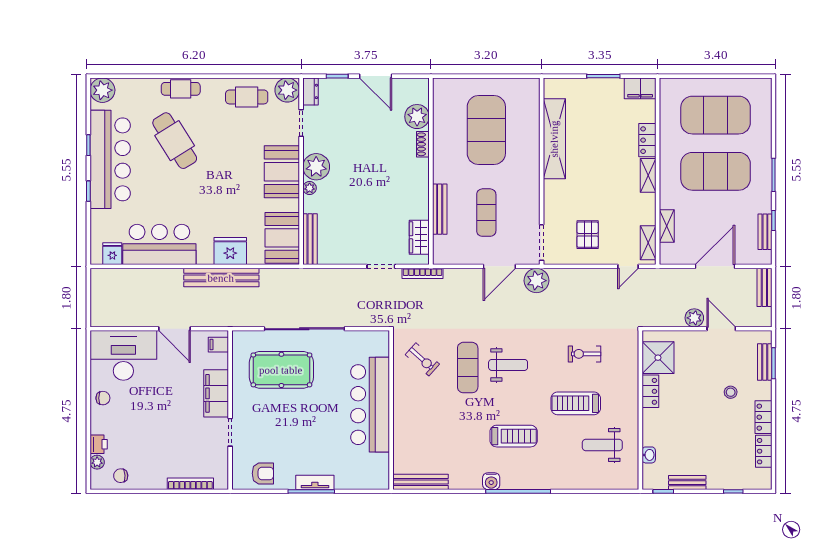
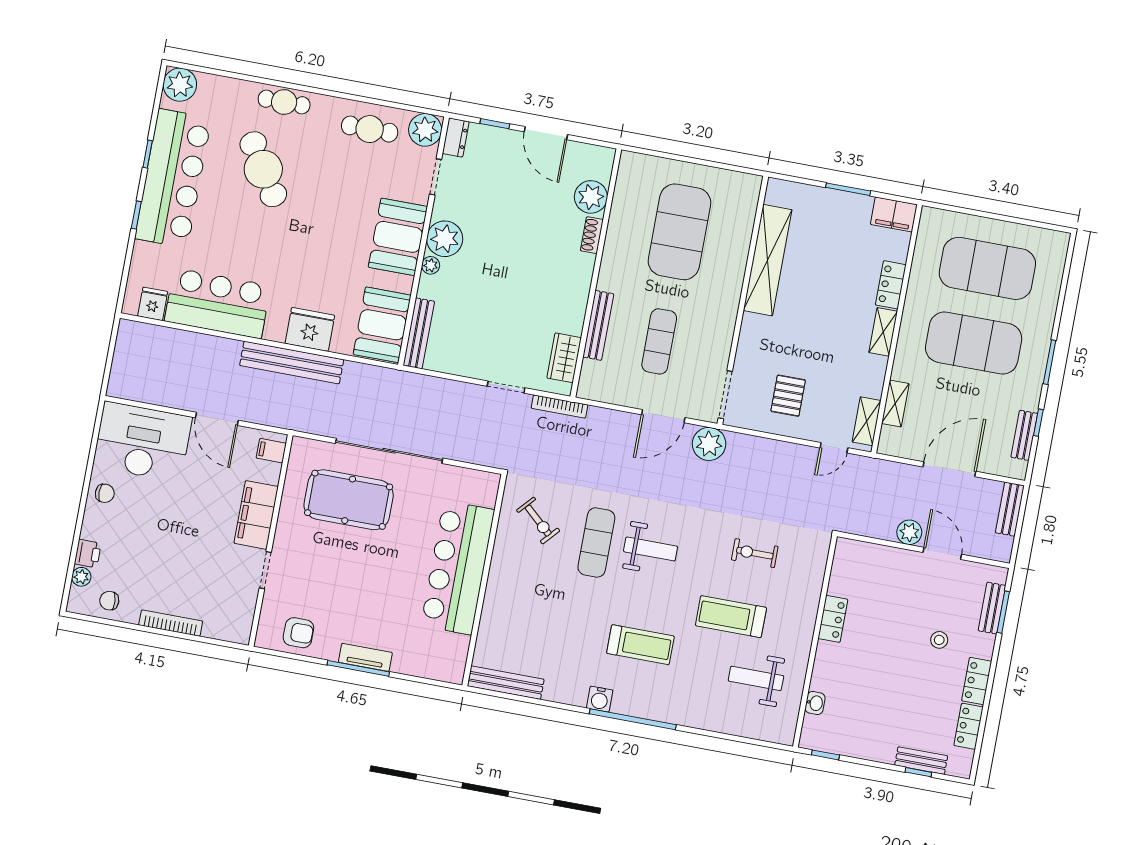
shower: (658, 358) -> (851, 576), removed
bench: (687, 483) -> (921, 761), moved
bookcase: (190, 484) -> (171, 623), moved

